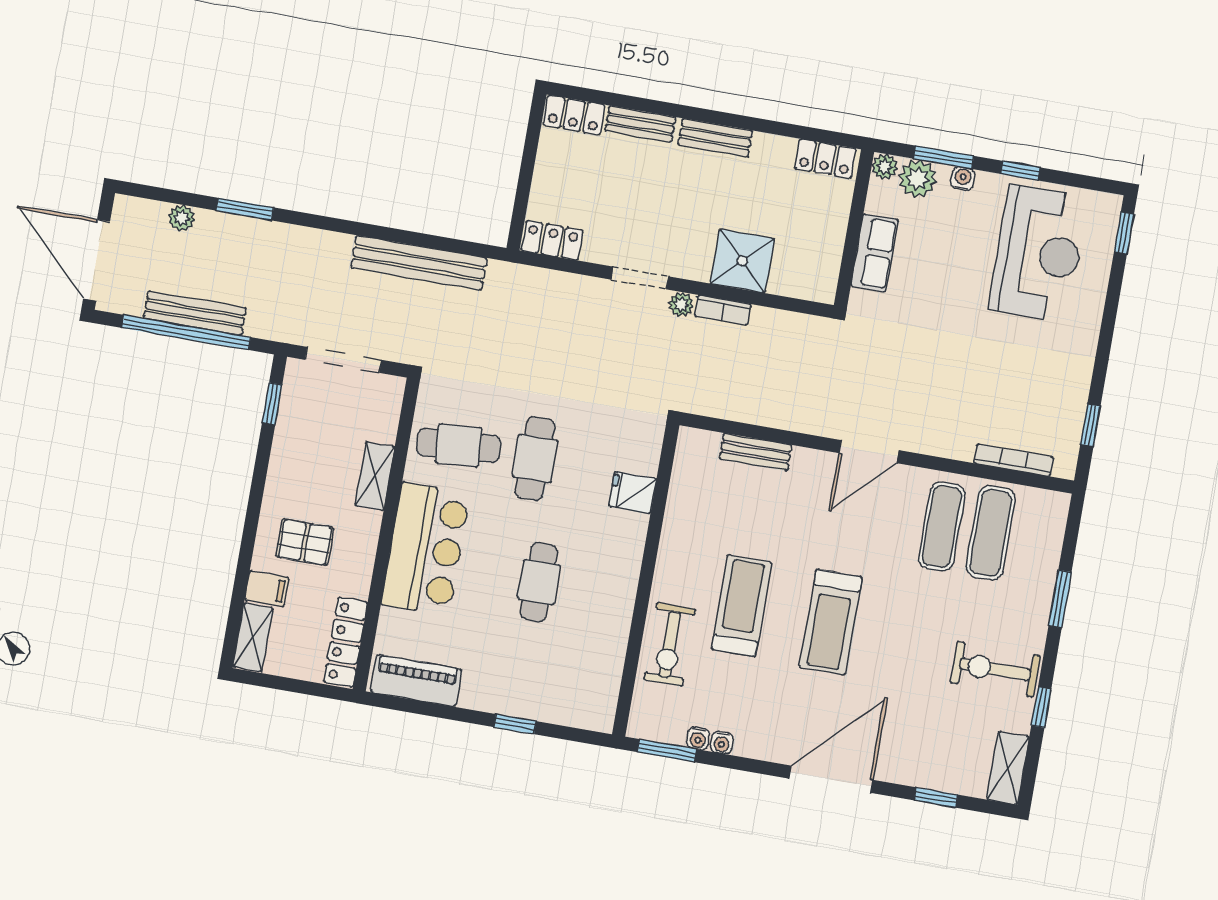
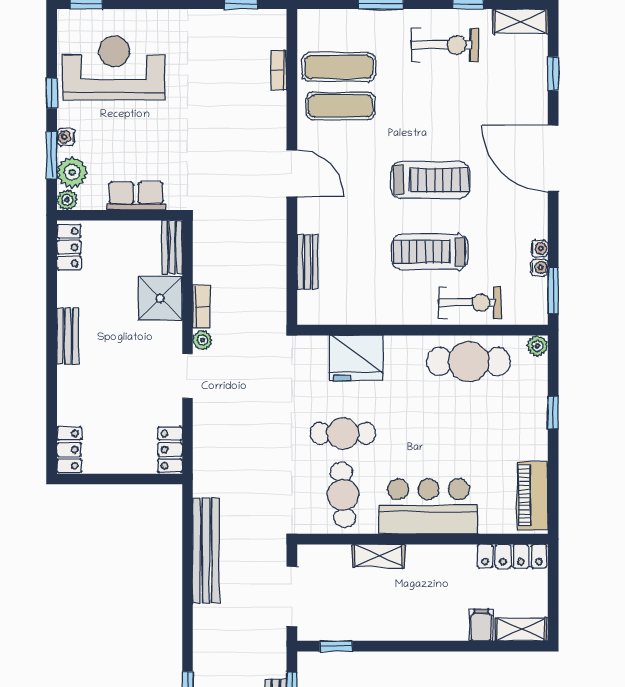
bench: (640, 124) -> (172, 247), moved
bookcase: (1014, 460) -> (279, 70), width x0.64
fridge: (633, 493) -> (356, 358), width x1.88, depth x1.34
pallet: (305, 542) -> (440, 602), removed
cafe table: (539, 582) -> (469, 362), moved, width x1.37, depth x1.35
exercise bike: (995, 669) -> (445, 45), turned -90
plant: (601, 719) -> (537, 346), added

